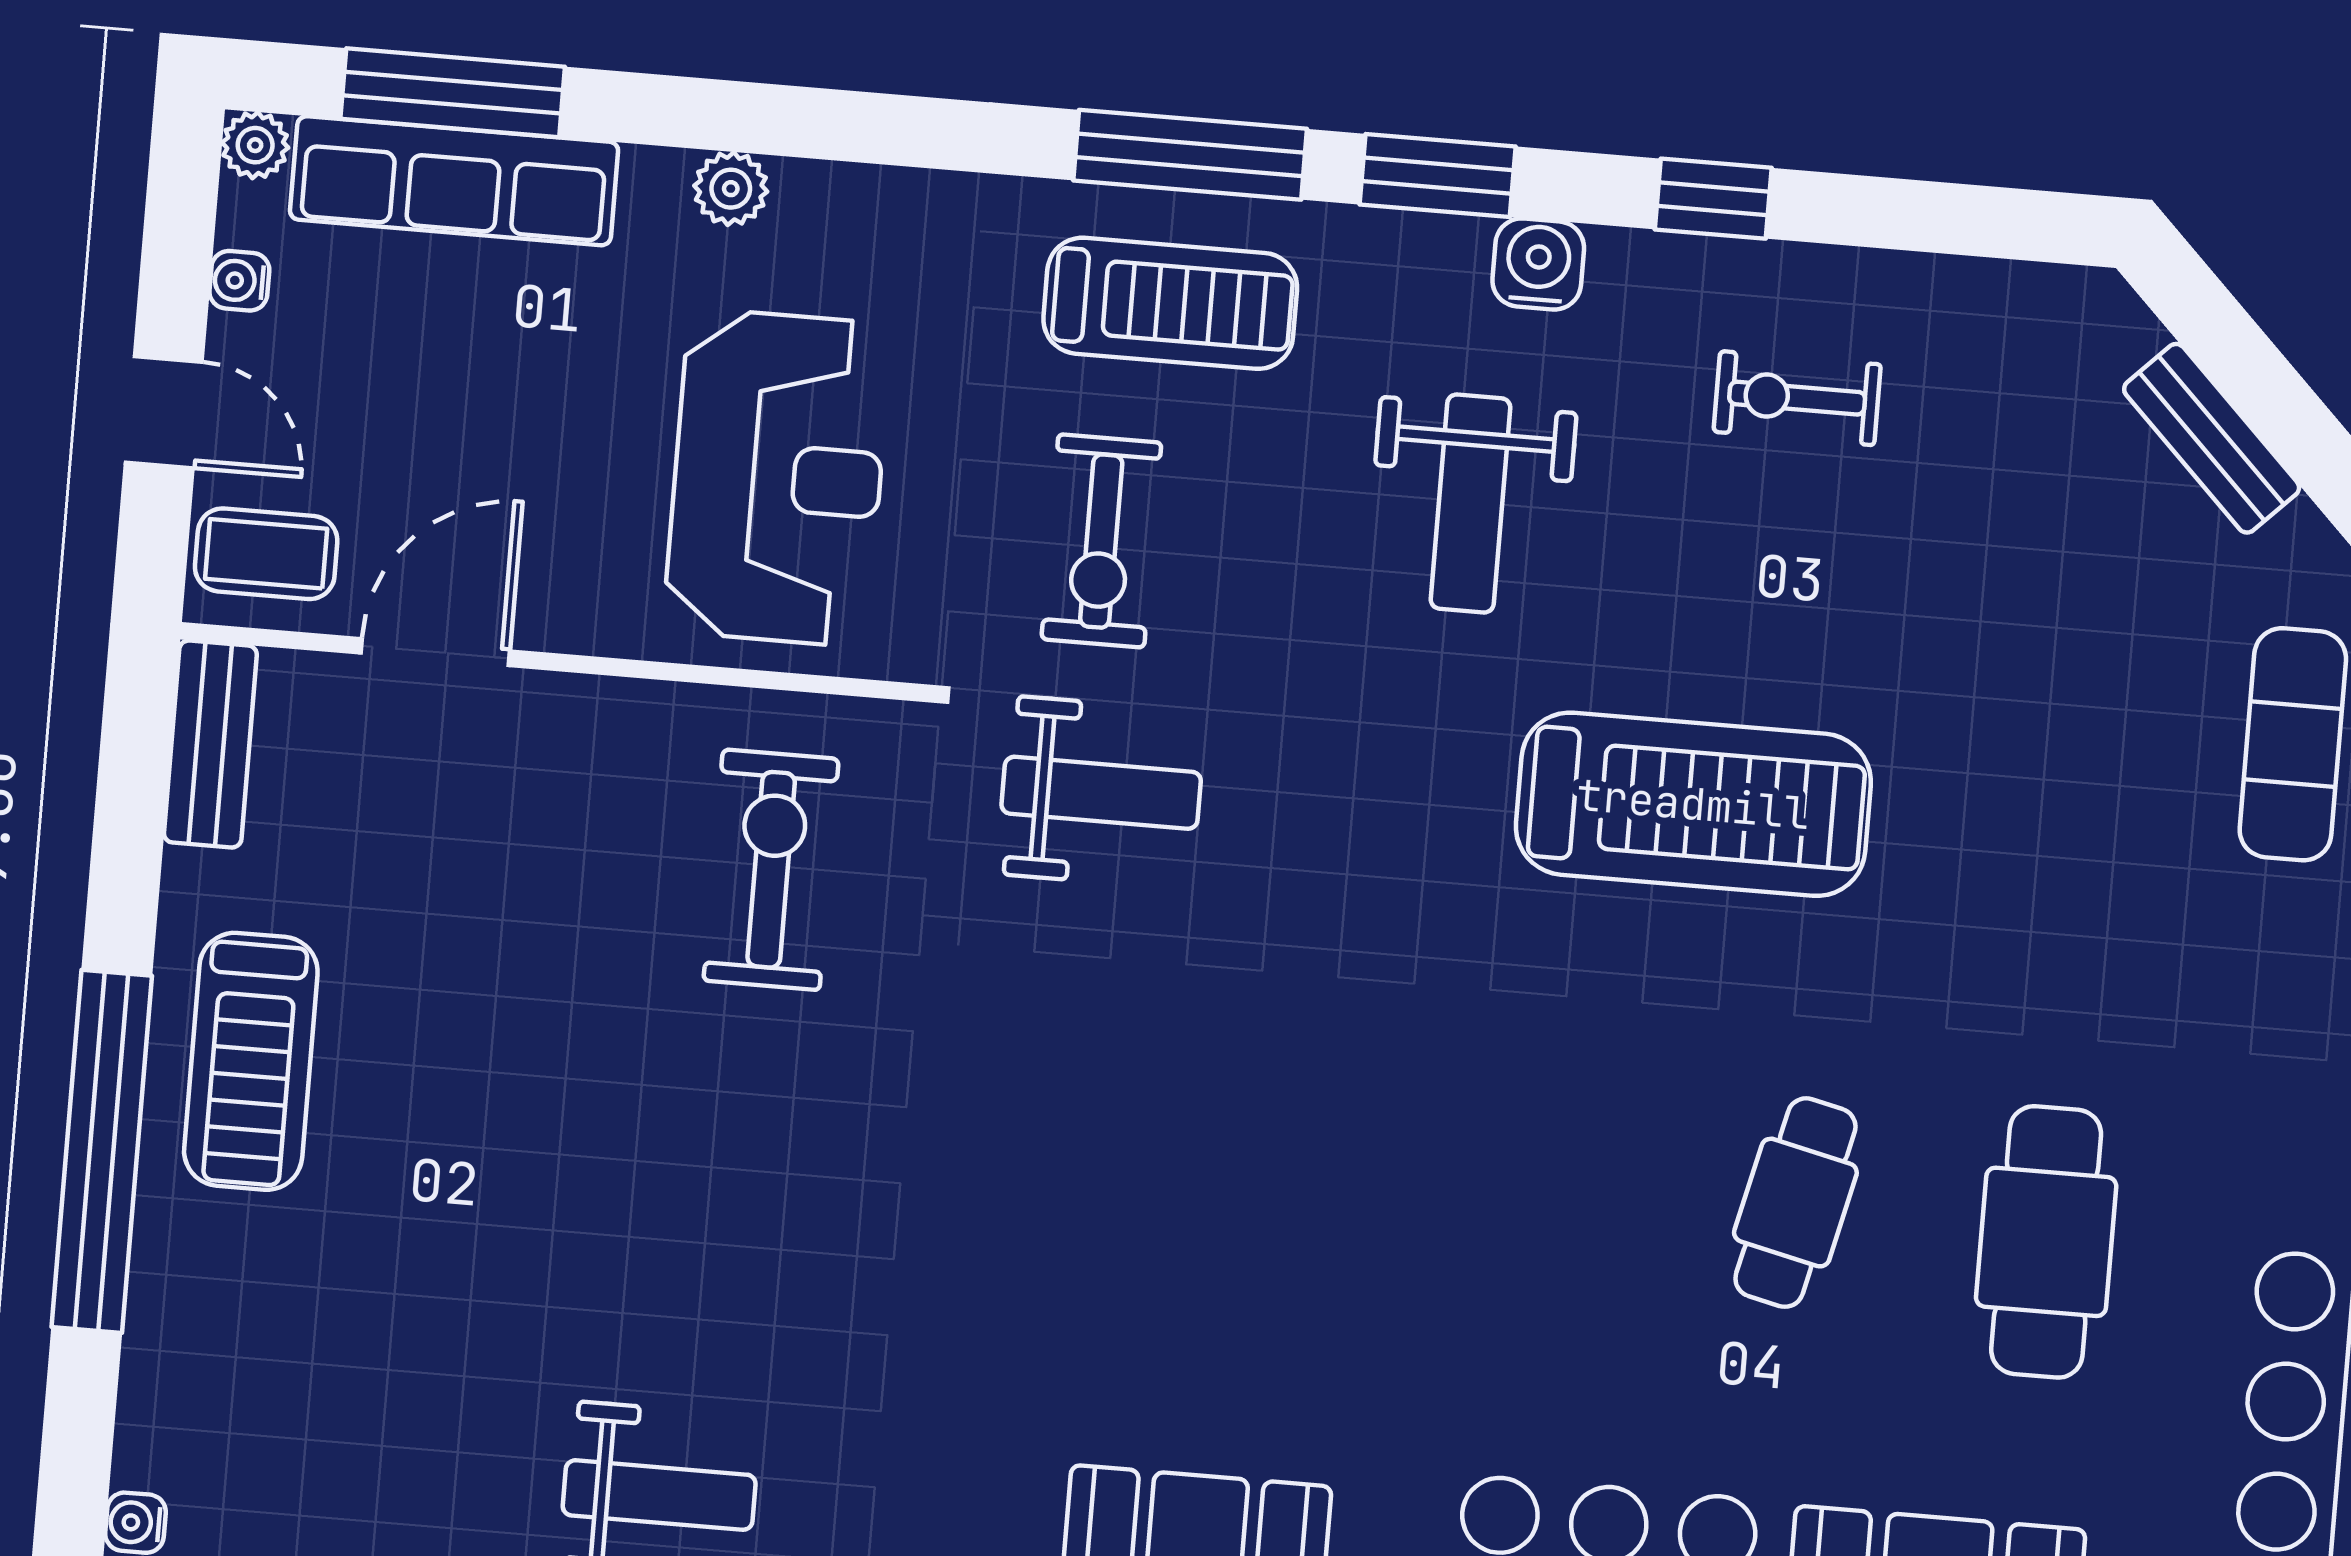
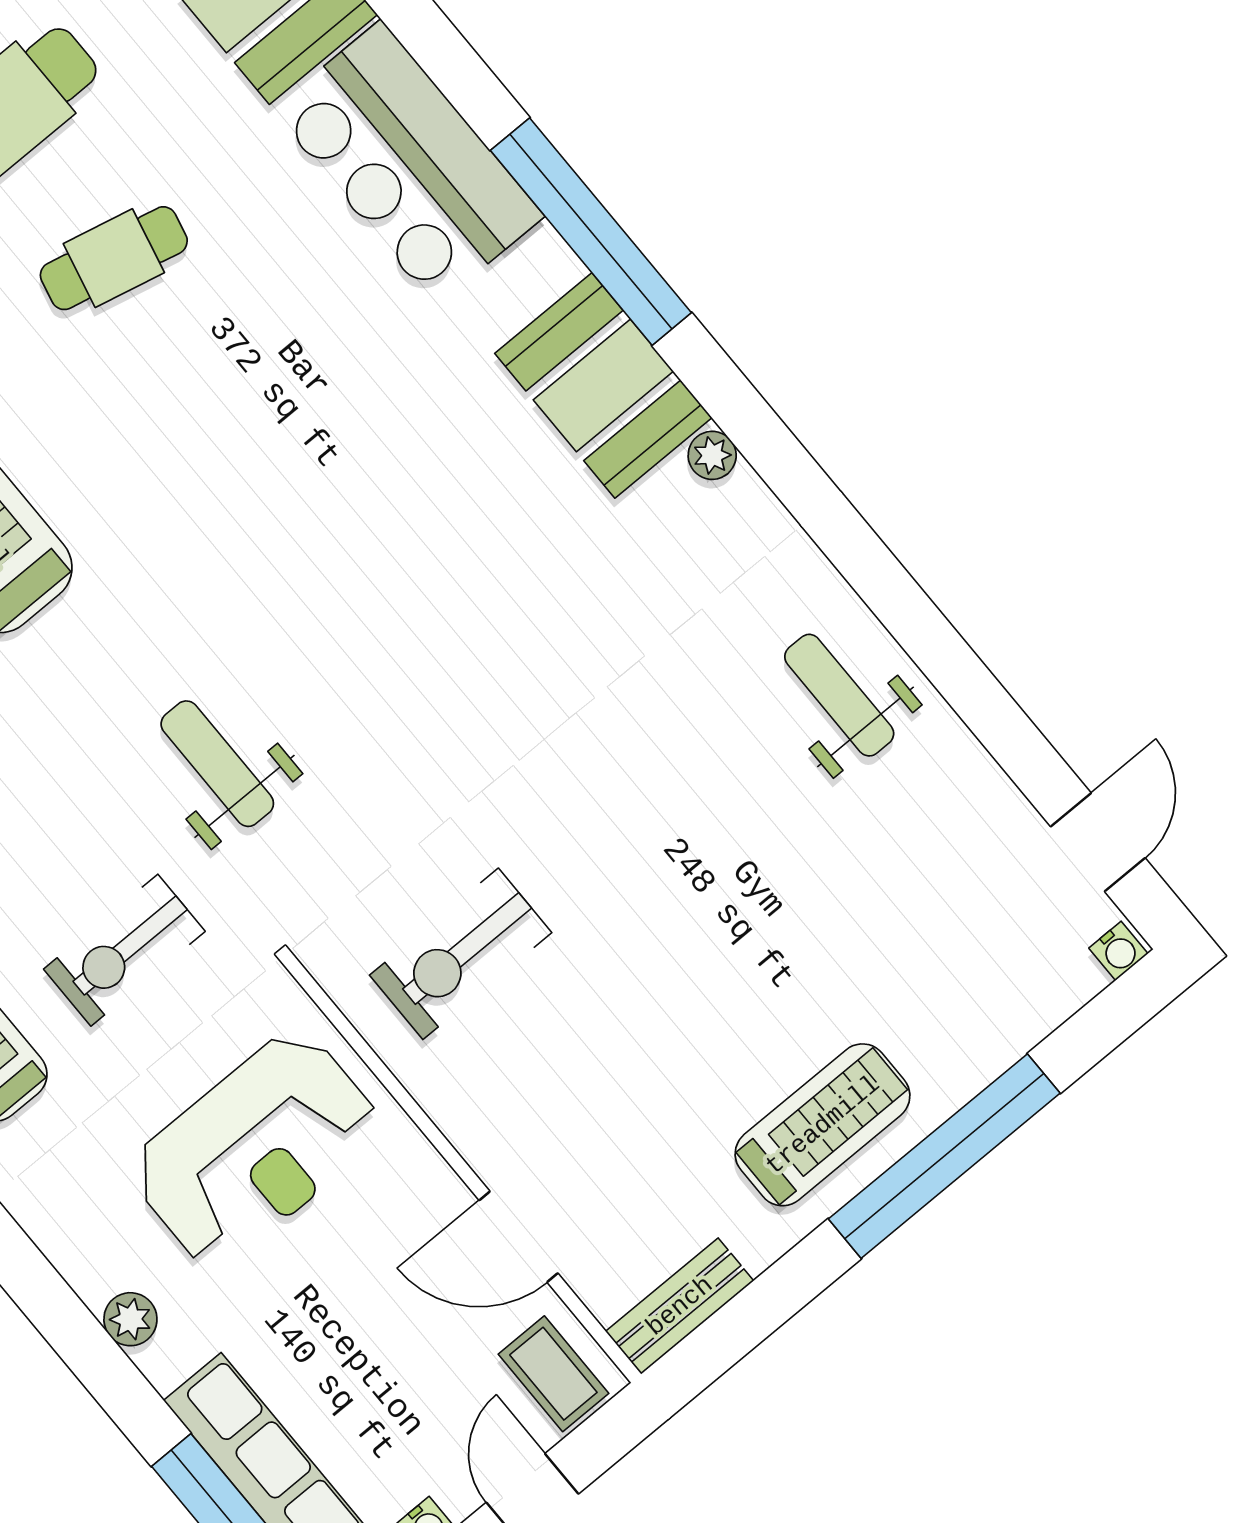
reception desk: (778, 478) -> (255, 1149), turned 180
exercise bike: (1101, 541) -> (124, 950), turned 180
weight bench: (1101, 793) -> (217, 764), moved

